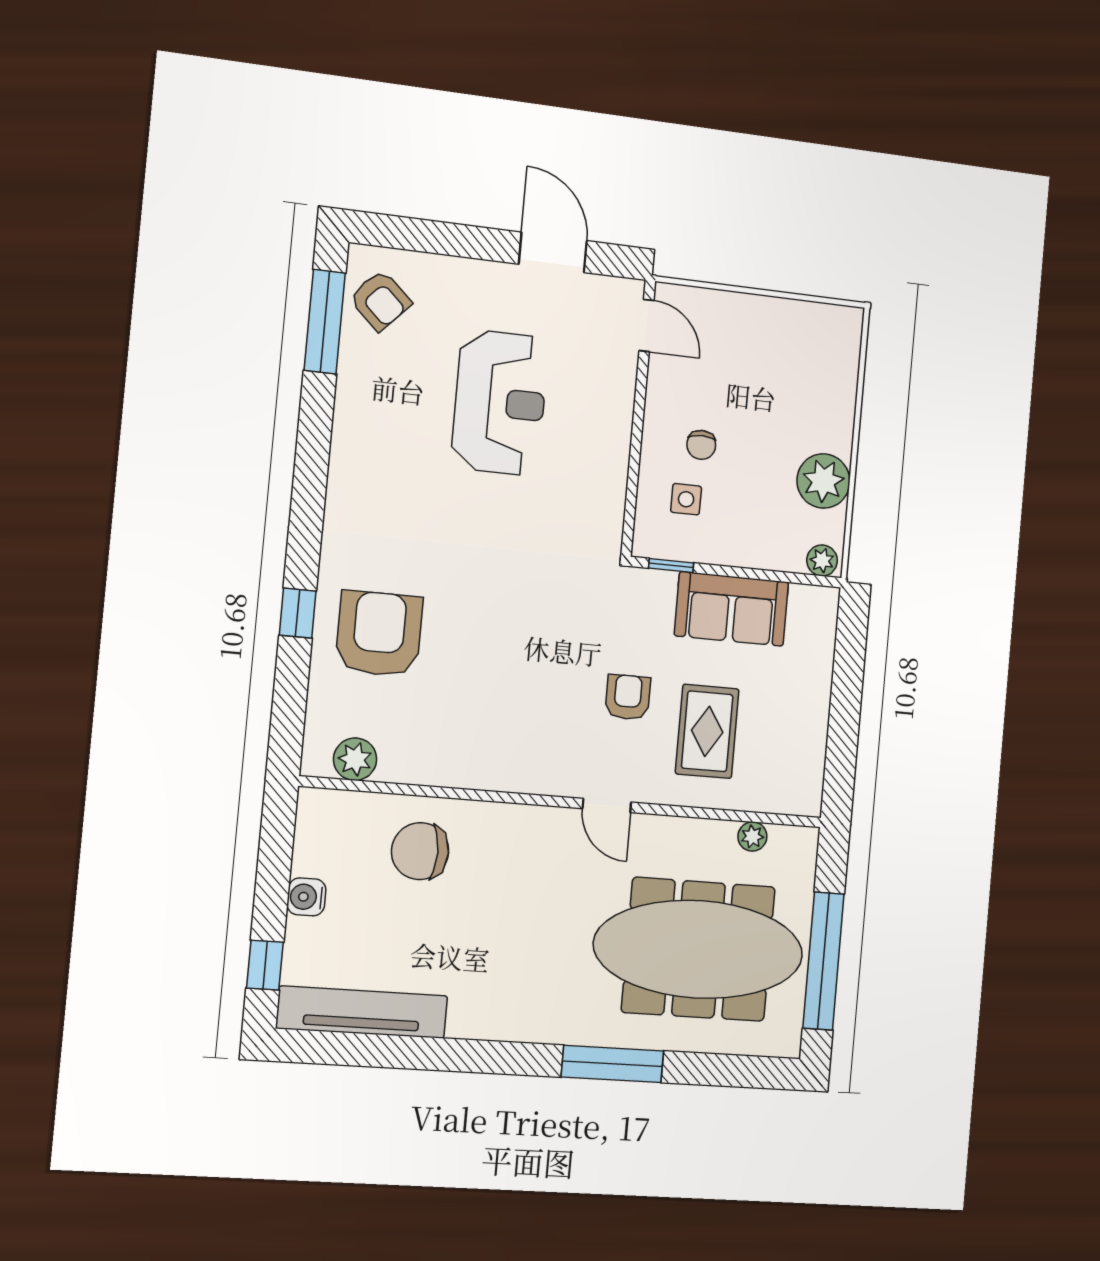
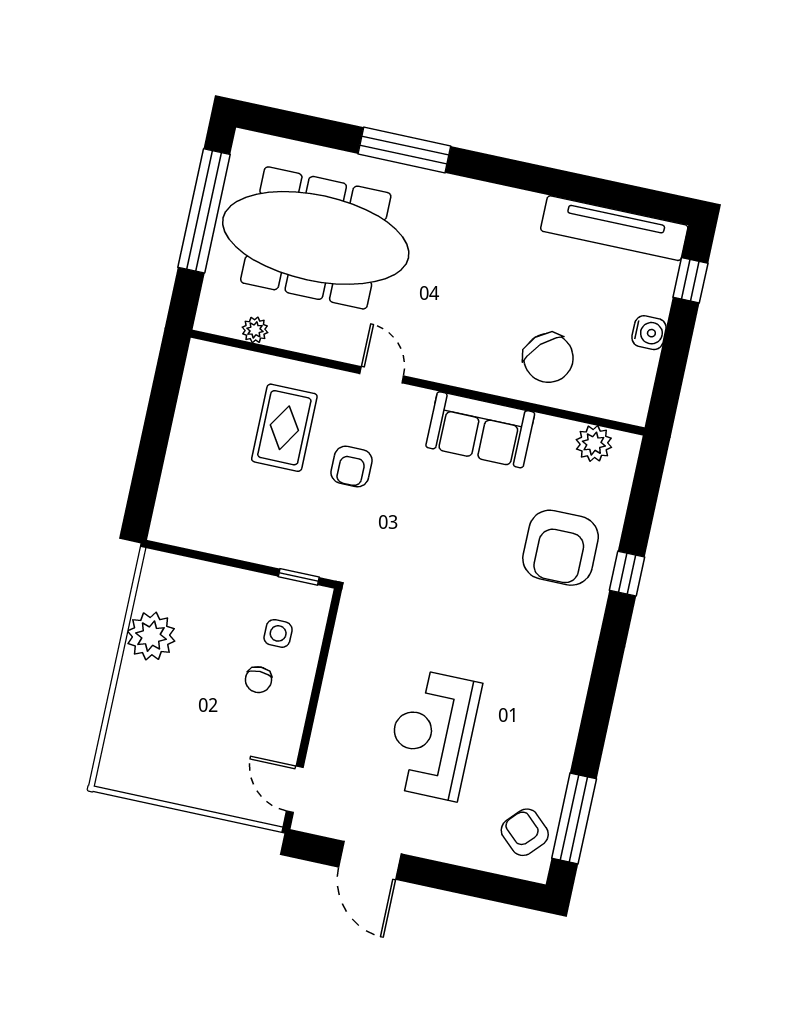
chair: (701, 445) -> (258, 680), turned 180
plant: (822, 560) -> (161, 566), removed
sofa: (732, 609) -> (480, 430), moved, turned 180
chair: (420, 851) -> (548, 358), turned 46

